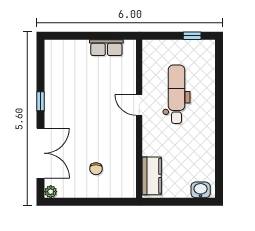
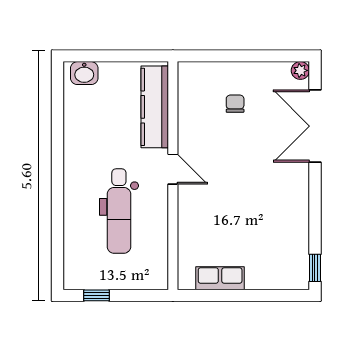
window: (41, 101) -> (315, 268), moved
door: (139, 105) -> (173, 169), moved
kitchen counter: (152, 176) -> (155, 107), width x1.50

